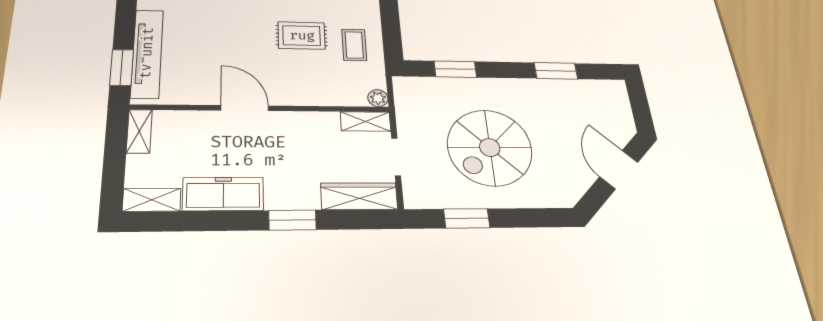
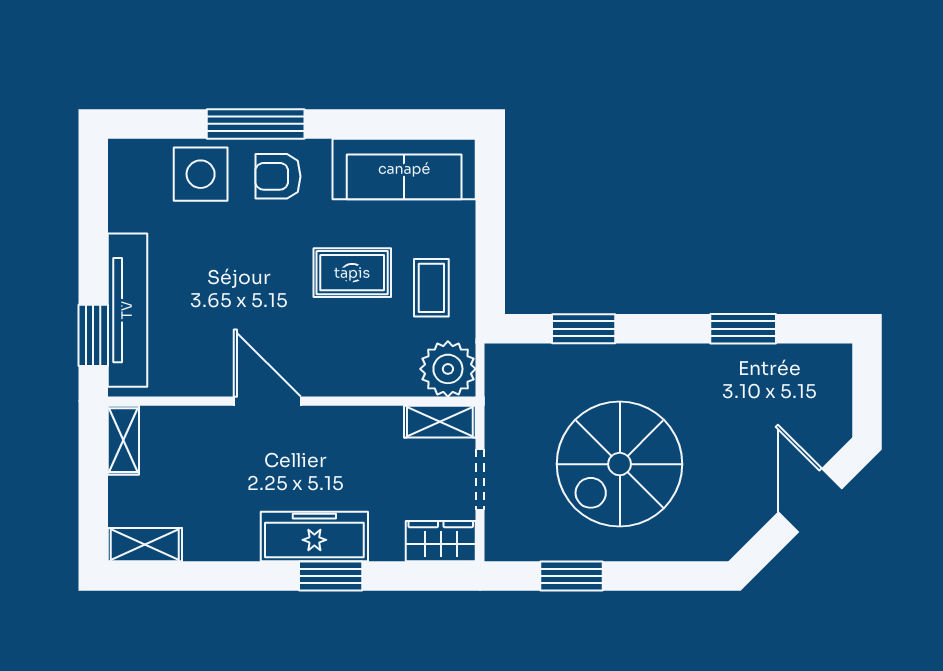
plant: (378, 98) -> (448, 369), width x1.88, depth x1.88
freezer: (223, 194) -> (314, 536), moved
wardrobe: (359, 196) -> (441, 541), width x0.67

